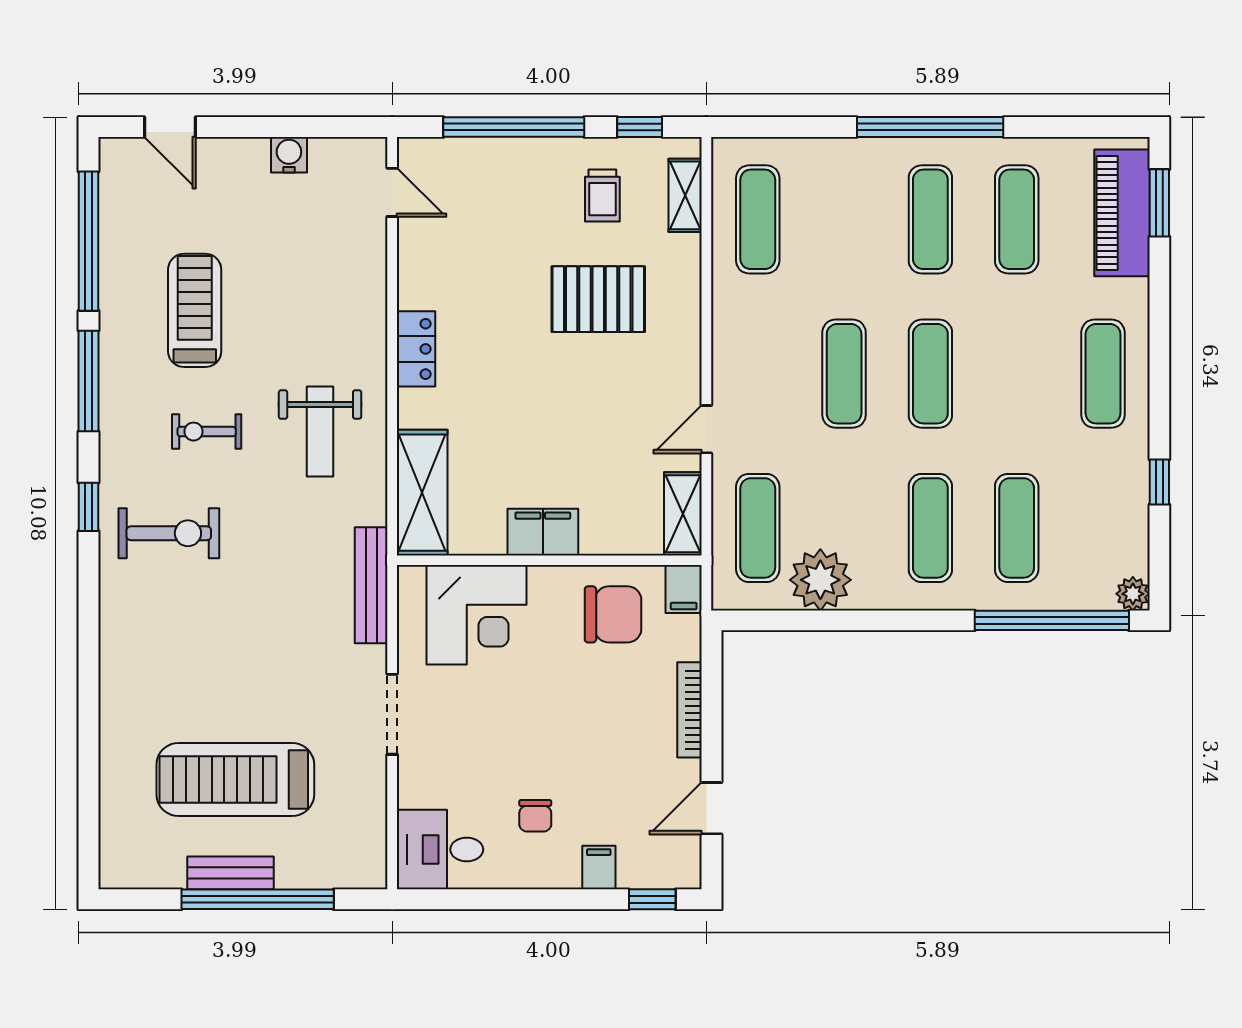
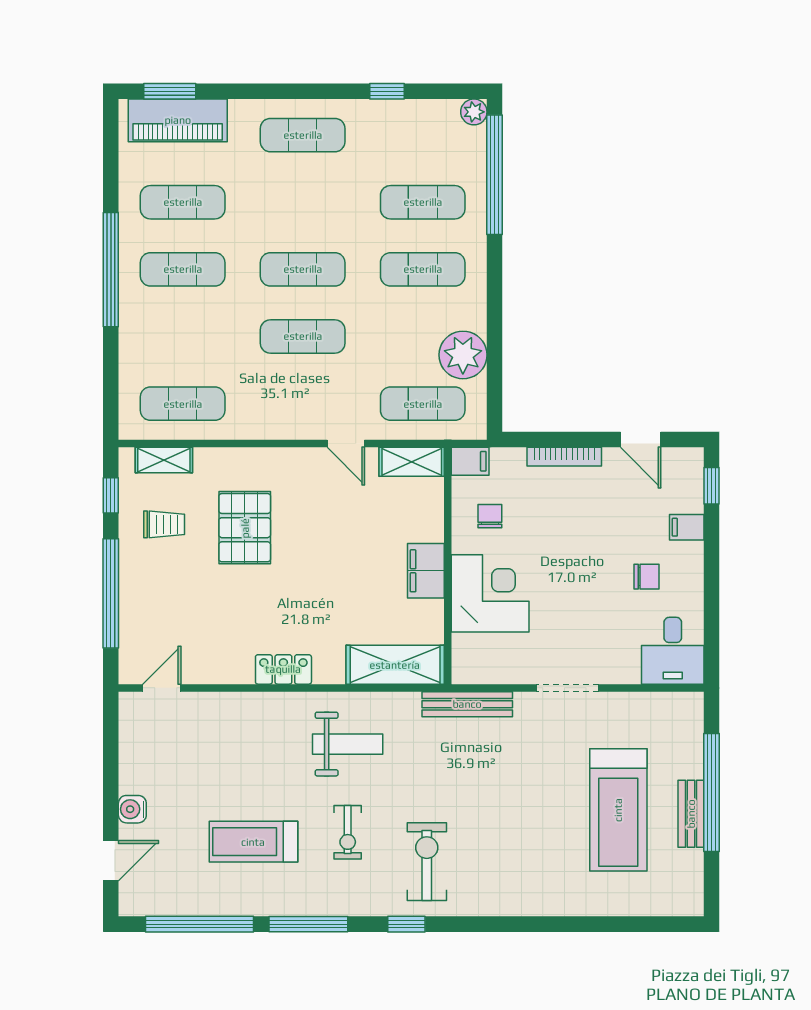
water cooler: (289, 155) -> (132, 809), moved
chair: (613, 614) -> (490, 516), width x0.54, depth x0.54
corner desk: (477, 615) -> (490, 593), moved

